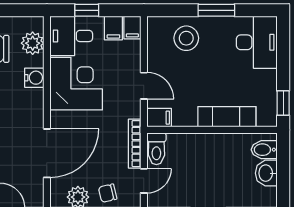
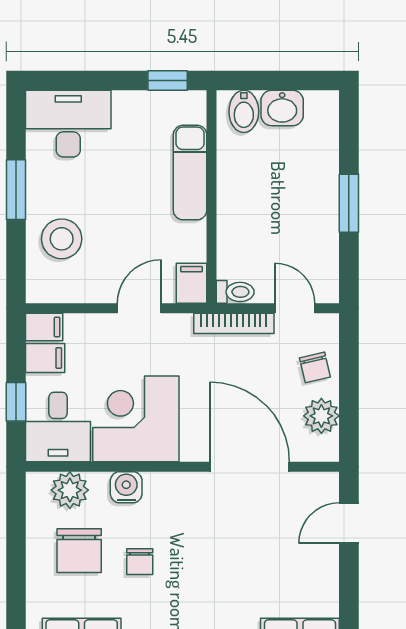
toilet: (156, 149) -> (235, 292), width x0.73, depth x0.72

